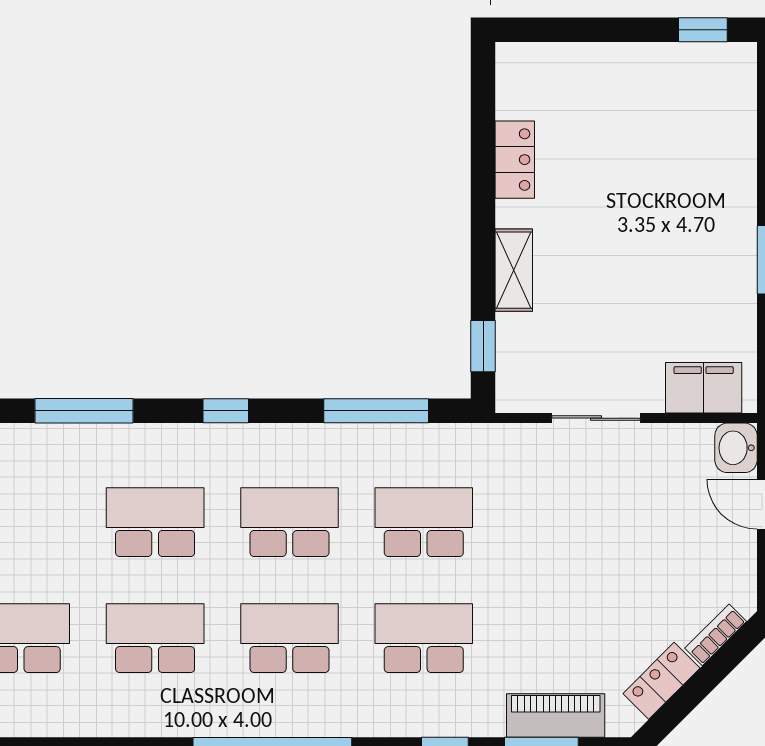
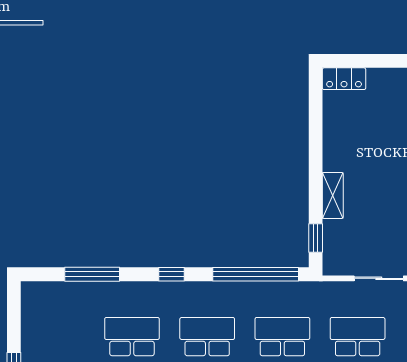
locker: (515, 160) -> (344, 79), moved, turned 90
window: (376, 411) -> (256, 274), width x1.46
school desk: (558, 522) -> (358, 337), added

